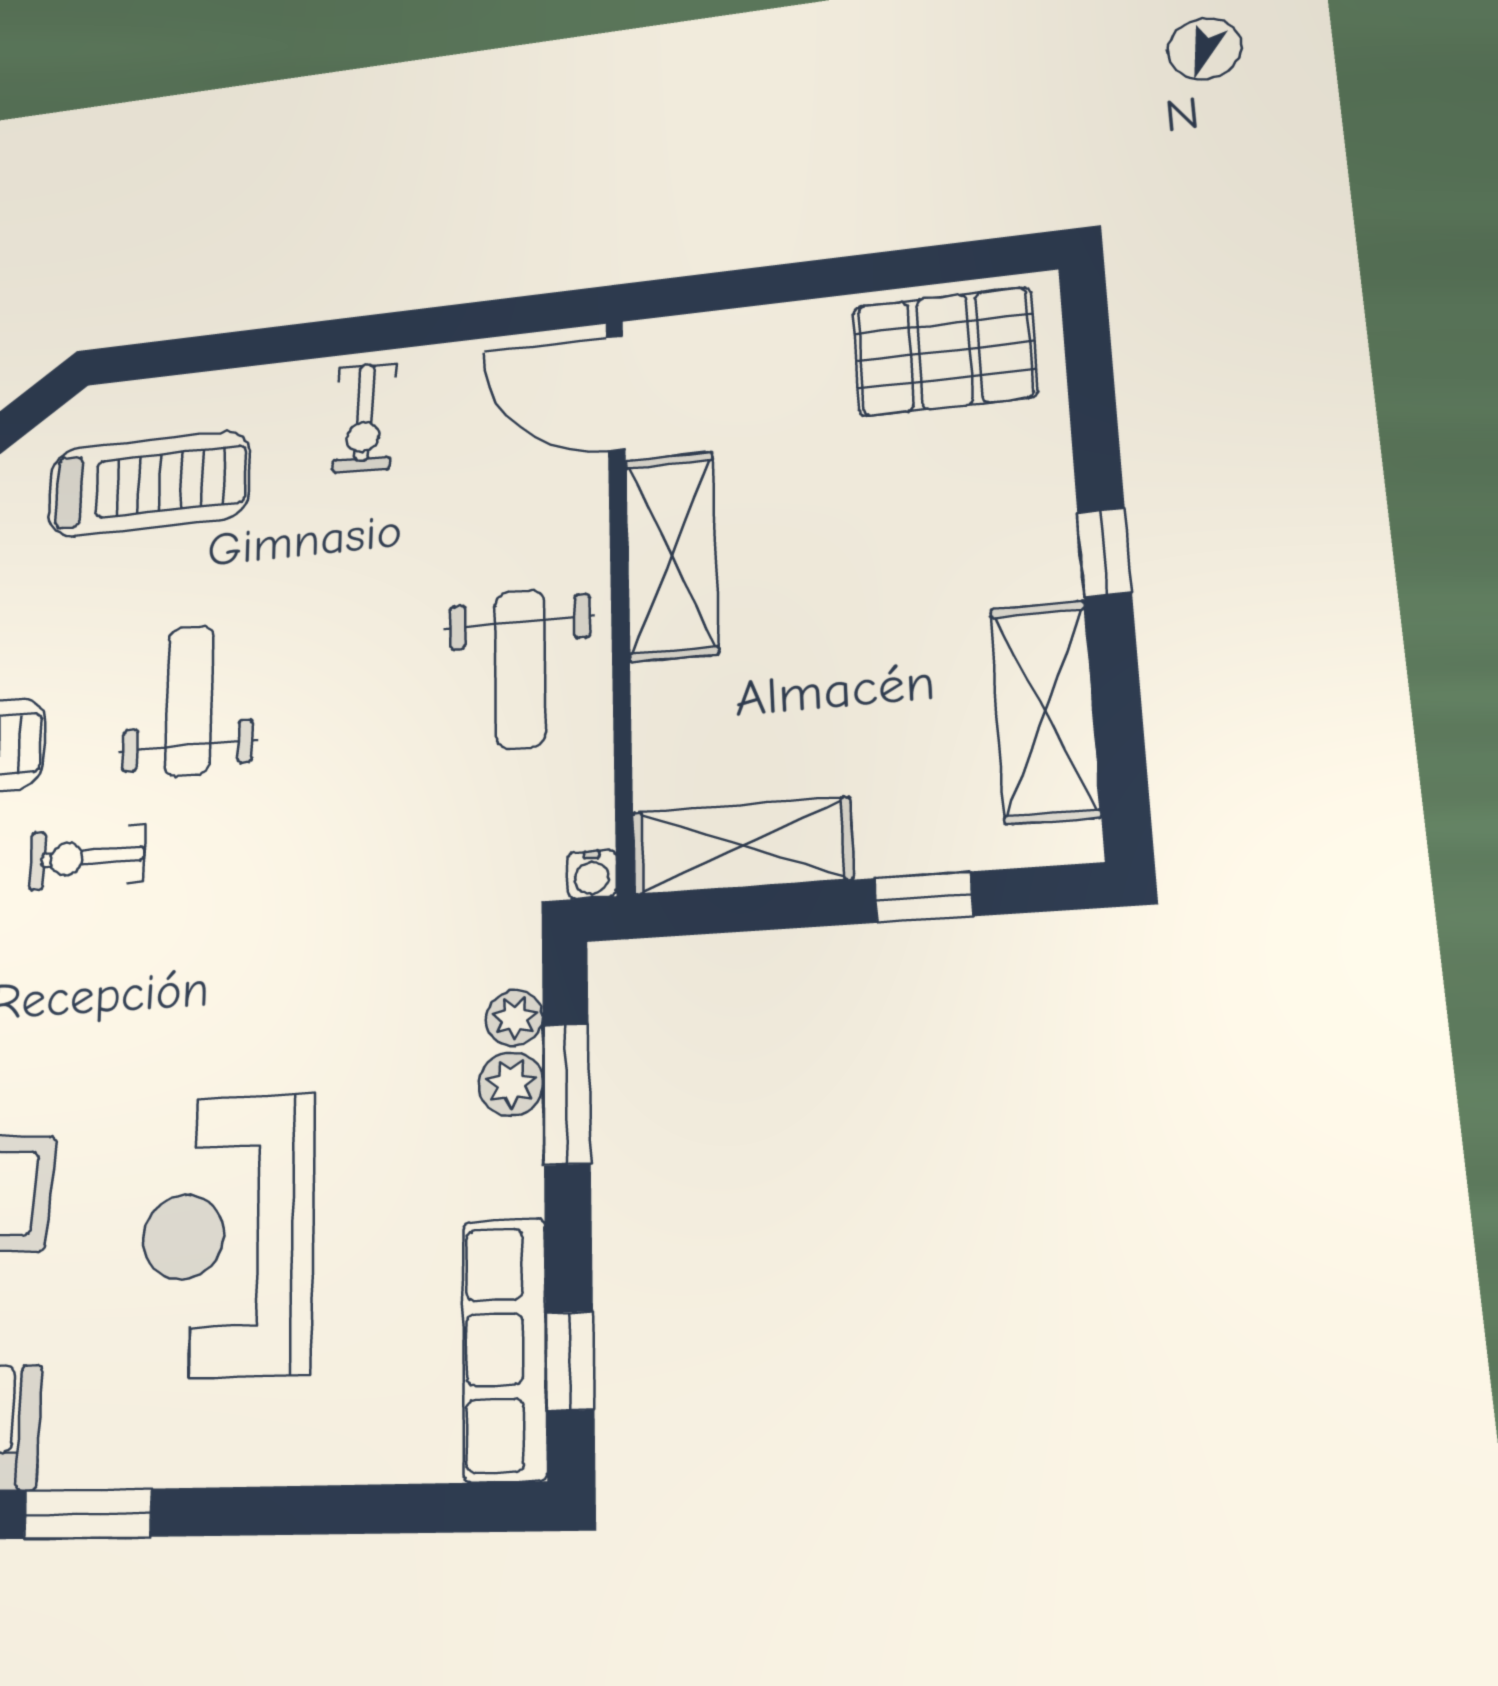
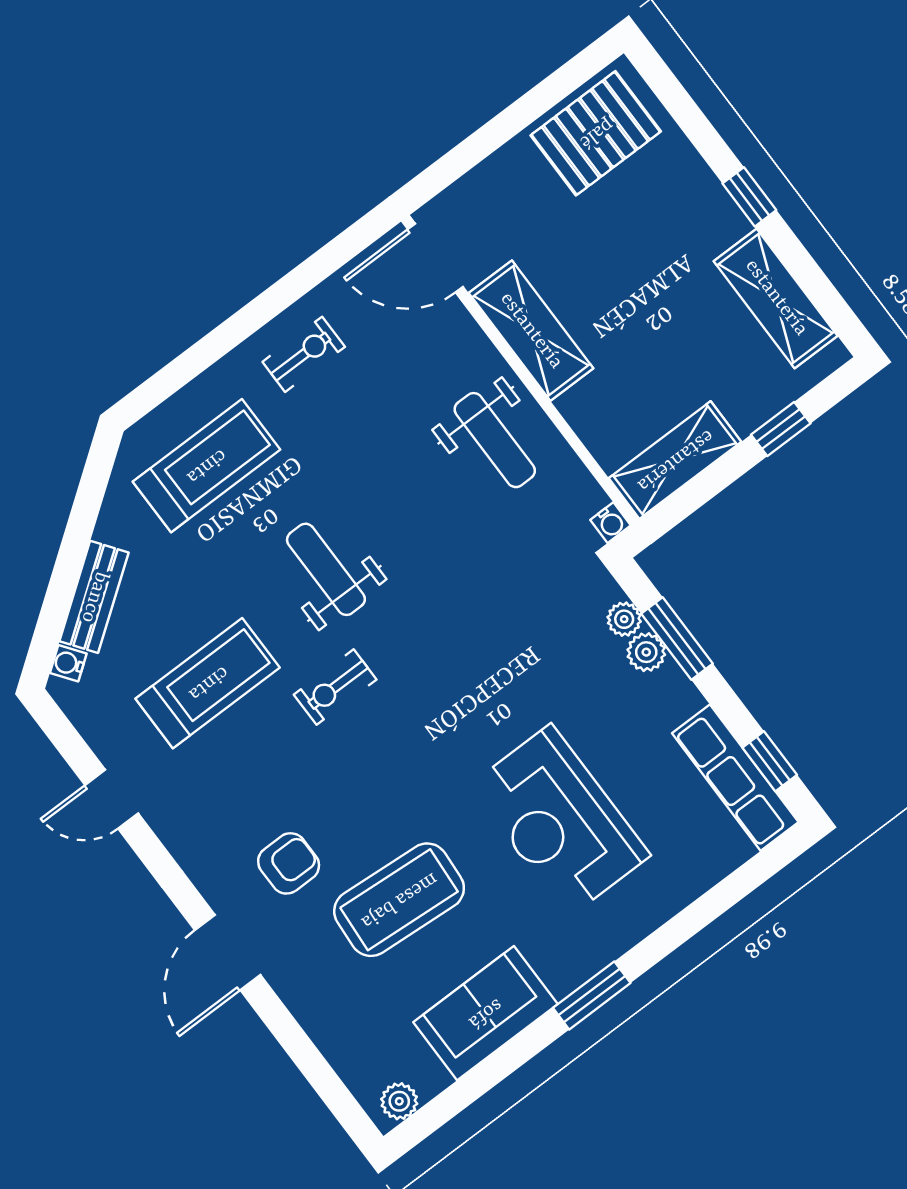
exercise bike: (364, 418) -> (304, 354), turned -93

